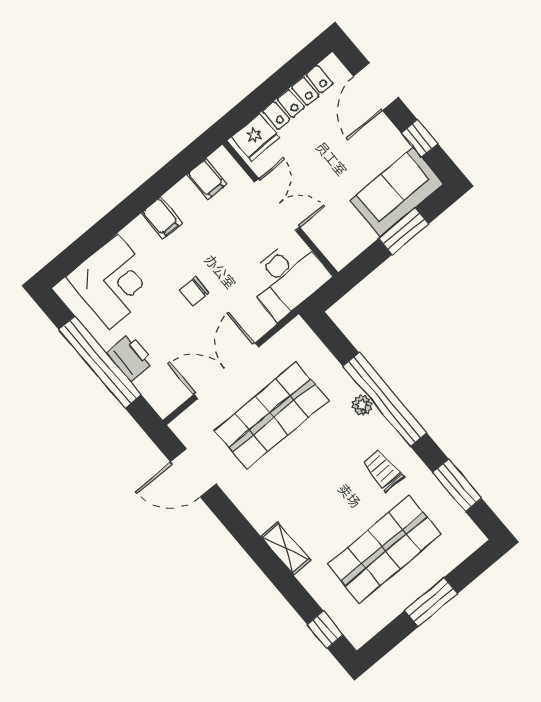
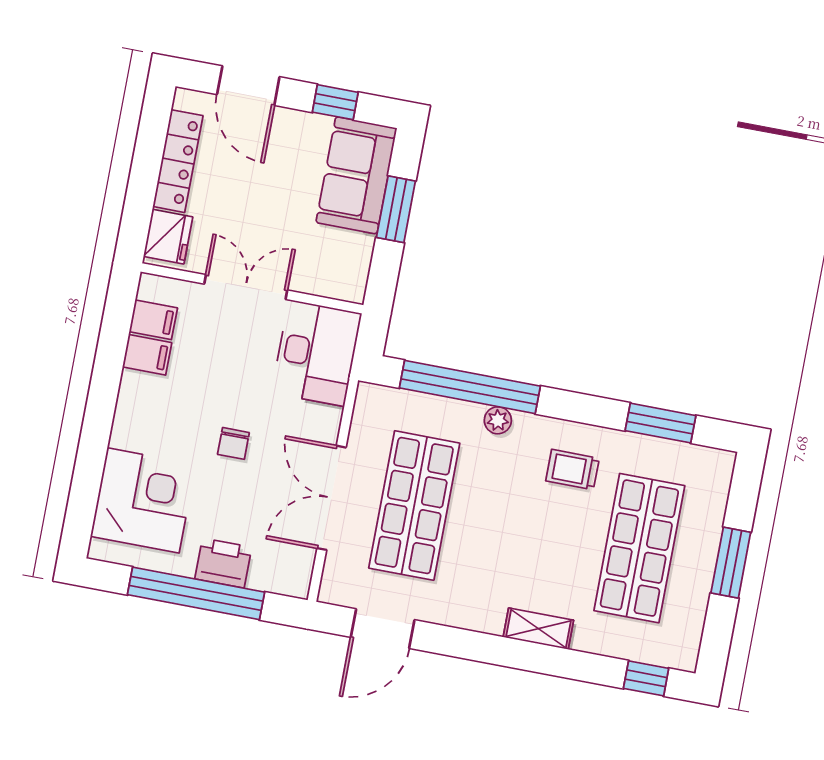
filing cabinet: (161, 218) -> (147, 355), moved
window: (385, 399) -> (470, 387), moved

